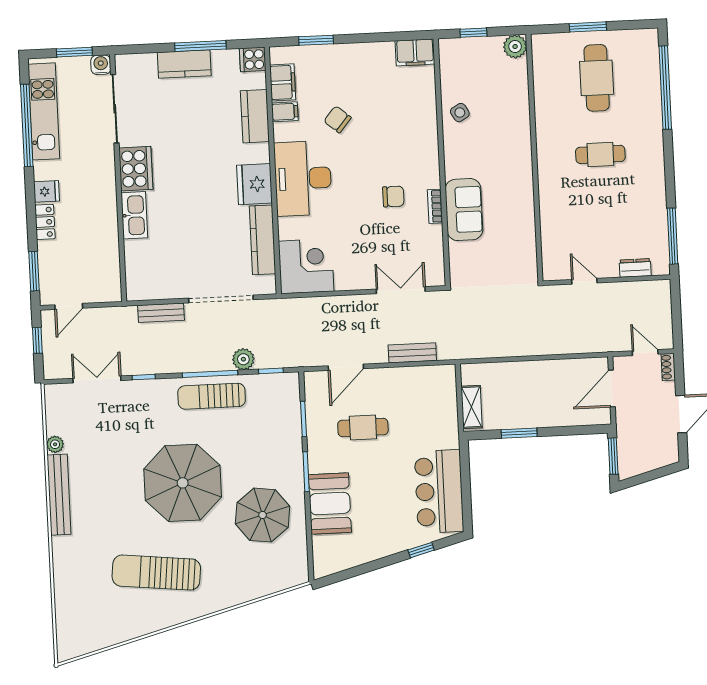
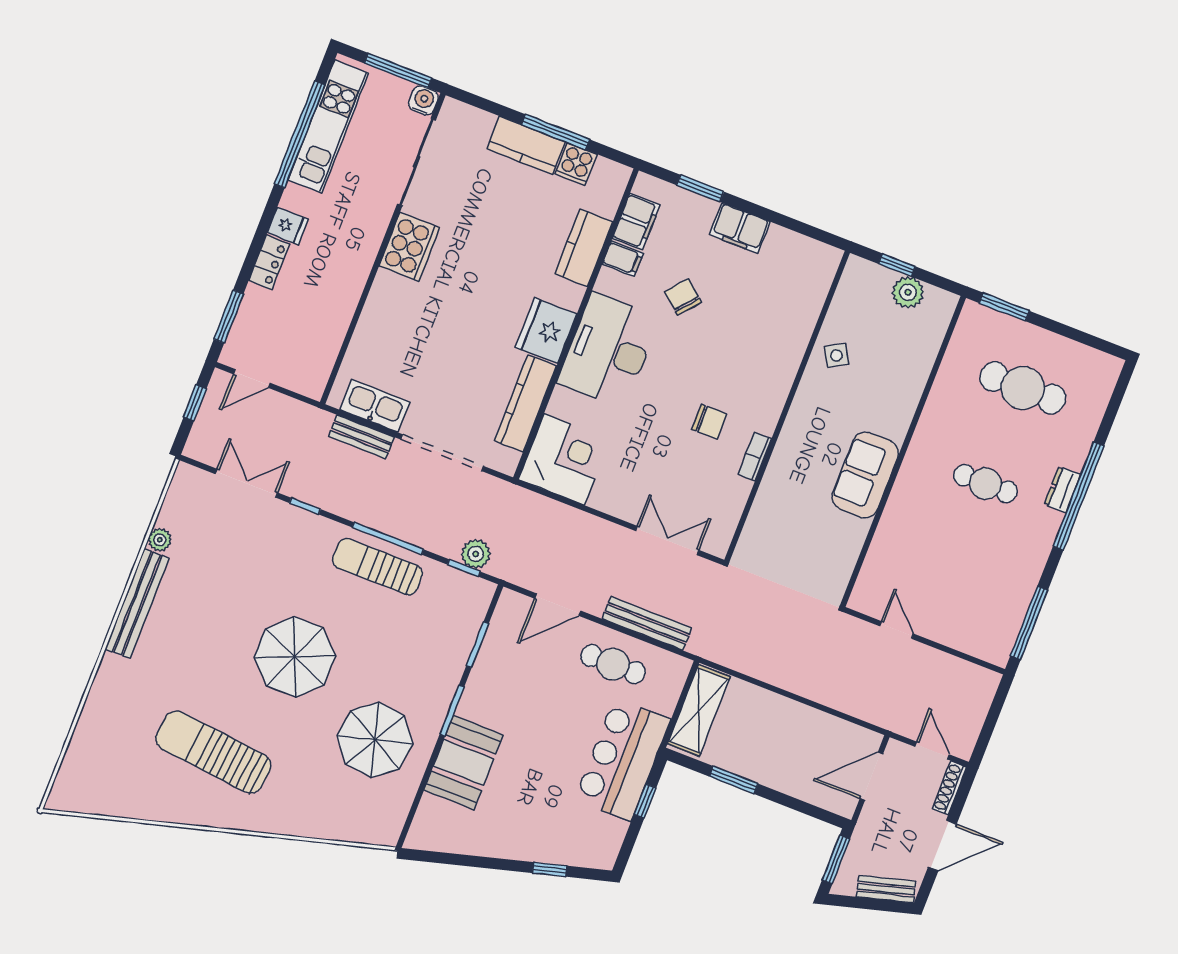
window: (588, 27) -> (1004, 307), moved
plant: (515, 46) -> (908, 292), moved
window: (74, 52) -> (398, 71), width x1.44
filing cabinet: (415, 52) -> (740, 228), moved
cooker: (253, 59) -> (576, 164), moved, turned -90
cafe table: (597, 78) -> (1023, 388), turned 90
window: (665, 88) -> (1079, 496), moved
sofa: (464, 210) -> (865, 475), moved, turned 180
kitchen sink: (134, 215) -> (375, 406), moved, turned -90
dresser: (635, 268) -> (1062, 490), moved, turned -90
bench: (412, 353) -> (647, 623), width x1.36
plant: (243, 359) -> (476, 554), moved
shoe rack: (668, 367) -> (949, 788), width x1.43
shelving: (472, 407) -> (699, 710), width x1.50, depth x1.33
cafe table: (363, 427) -> (613, 664), moved
bench: (656, 461) -> (886, 889), added
window: (465, 474) -> (645, 801), added
parasol: (183, 483) -> (295, 657), width x0.73, depth x0.73
bar counter: (439, 491) -> (622, 759), moved

